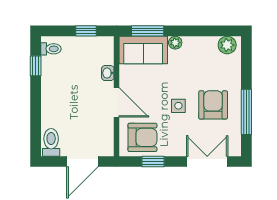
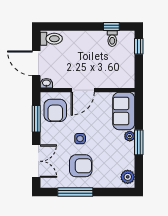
window: (86, 31) -> (139, 46), moved
window: (148, 31) -> (139, 142), moved
toilet: (51, 49) -> (112, 39), moved
washbasin: (108, 73) -> (46, 83), moved
window: (153, 161) -> (36, 119), width x1.50

